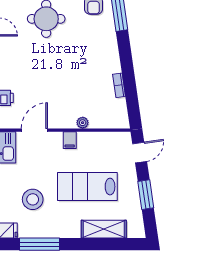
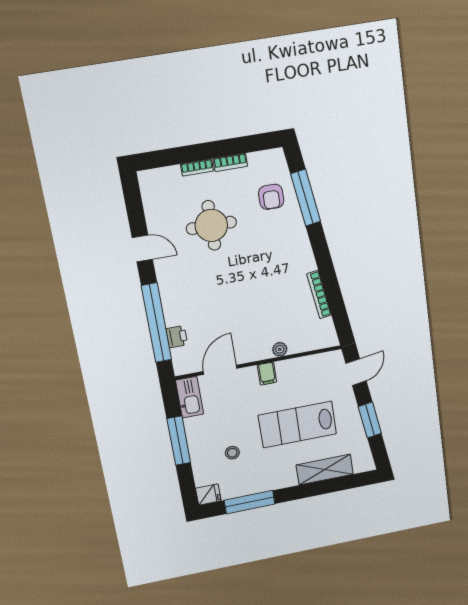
bookcase: (119, 85) -> (319, 295), width x1.56
stool: (33, 199) -> (232, 453), width x0.53, depth x0.53

